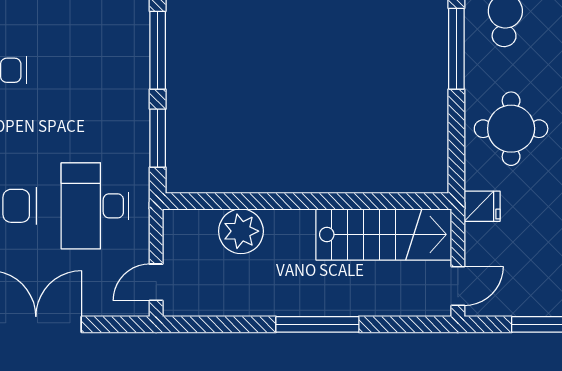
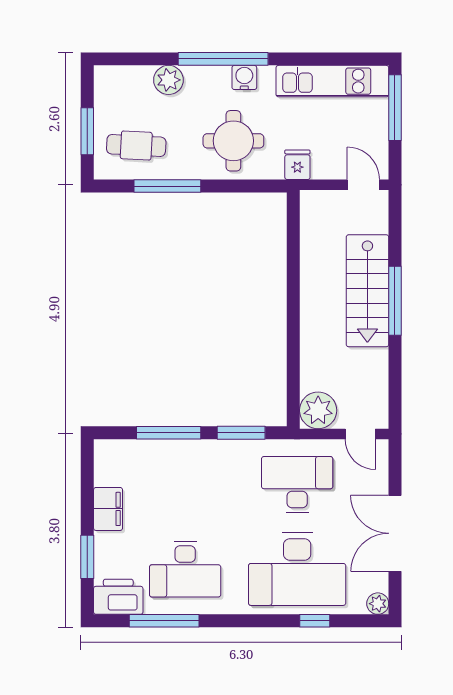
desk: (95, 206) -> (297, 484), turned 180
plant: (241, 231) -> (318, 410), moved
stairs: (384, 234) -> (367, 291), moved, turned 180

